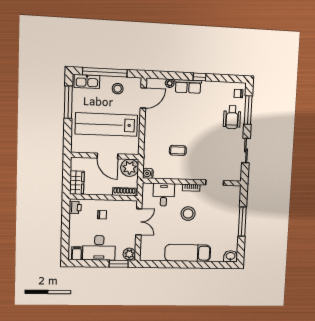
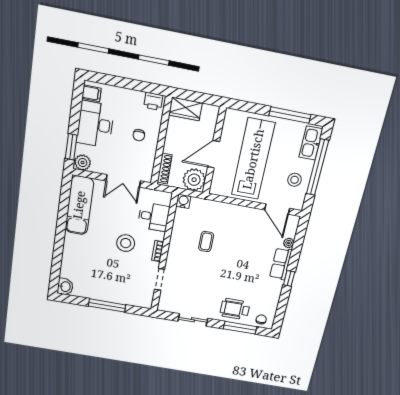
exam couch: (188, 253) -> (79, 205), moved

